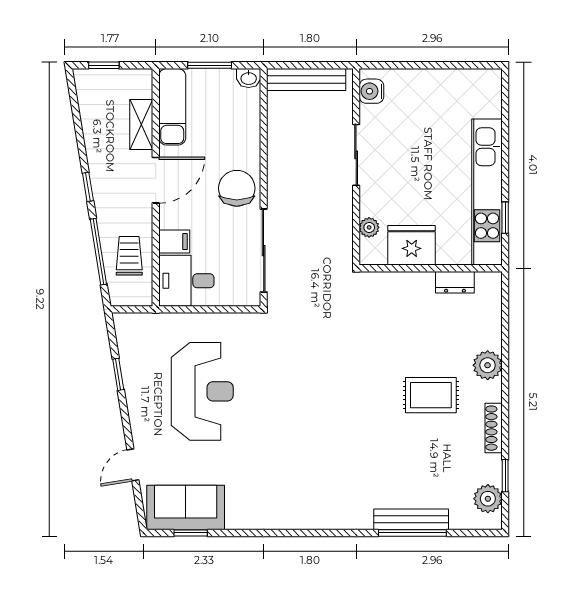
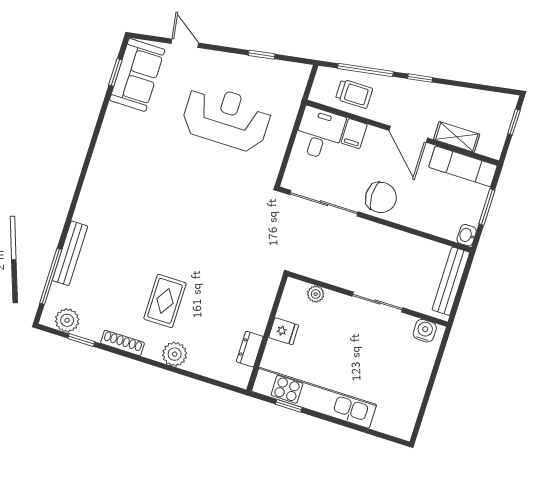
fridge: (412, 245) -> (284, 331), width x0.53, depth x0.75
reception desk: (202, 391) -> (226, 118), turned 180
window: (412, 533) -> (51, 276), moved

